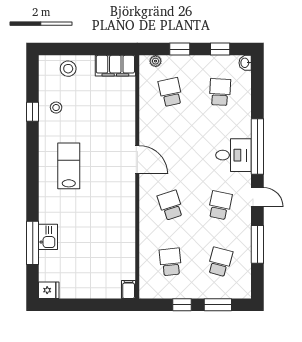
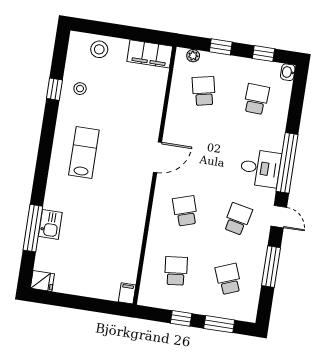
door: (137, 160) -> (158, 157), hinge flipped
school desk: (220, 262) -> (228, 279), turned -36

